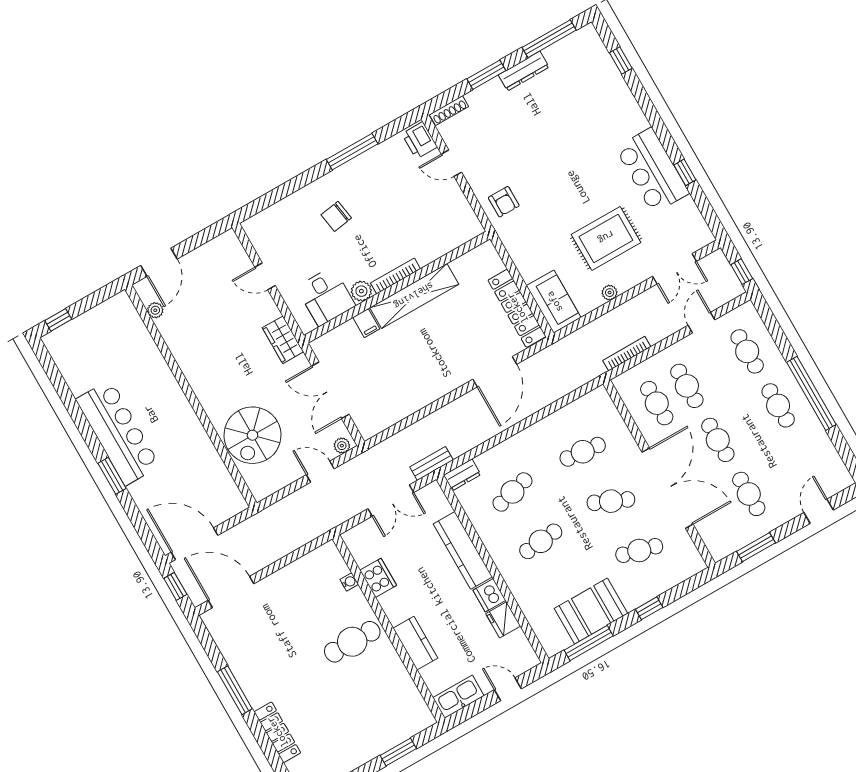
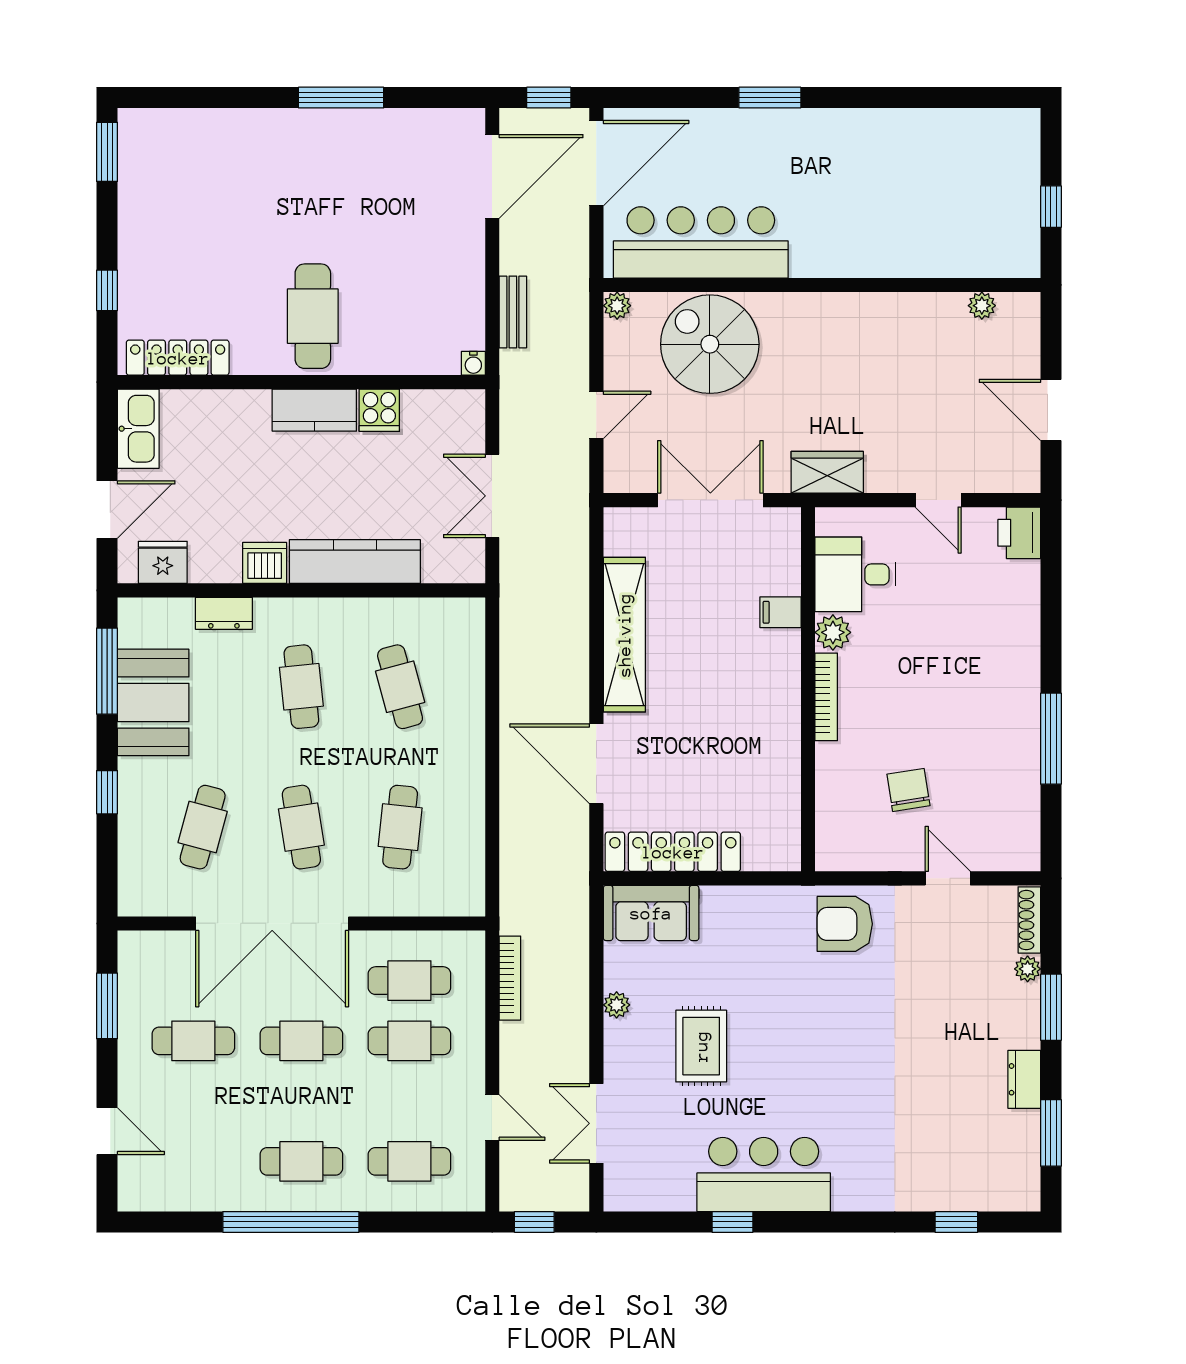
window: (549, 39) -> (1051, 1133), width x0.69
dresser: (524, 71) -> (1024, 1079), width x0.70
plant: (474, 97) -> (1028, 969), added
printer: (420, 140) -> (1019, 533), moved, turned -90
door: (451, 163) -> (948, 878), hinge flipped
armchair: (504, 202) -> (845, 924), width x1.38, depth x1.38
chair: (336, 216) -> (908, 790), moved
rug: (606, 238) -> (701, 1046), width x0.73, depth x0.70
door: (159, 262) -> (1051, 410), moved
door: (265, 276) -> (938, 500), swing flipped
shelving: (414, 296) -> (624, 635), moved
window: (58, 320) -> (1051, 207), moved
bar counter: (118, 433) -> (701, 242), moved, turned 180
plant: (342, 446) -> (617, 306), moved
bench: (431, 464) -> (513, 312), moved
dresser: (462, 475) -> (224, 613), moved, turned -90
cafe table: (611, 501) -> (301, 827), turned -33
cooker: (378, 578) -> (379, 410), width x0.73
water cooler: (349, 582) -> (473, 363), moved
fridge: (503, 620) -> (163, 562), moved
kitchen counter: (415, 643) -> (314, 410), moved
door: (508, 689) -> (107, 510), width x1.37
locker: (277, 732) -> (178, 358), moved, turned 180
window: (398, 752) -> (107, 290), width x0.67

